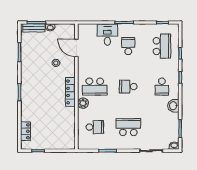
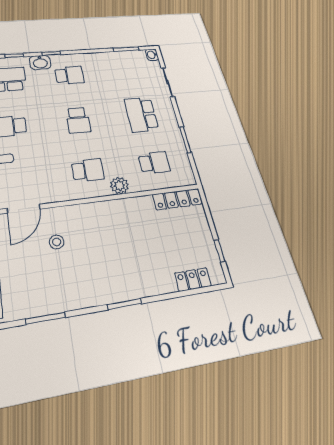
school desk: (95, 87) -> (88, 170), width x0.54
locker: (70, 92) -> (177, 199), moved
washbasin: (173, 106) -> (40, 62), moved
school desk: (95, 127) -> (154, 163), turned 90

